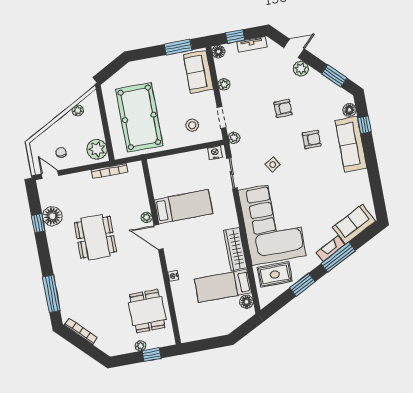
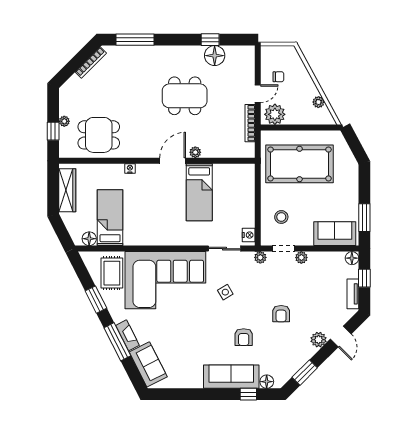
plant: (224, 84) -> (301, 258), moved
door: (50, 175) -> (258, 94), moved
wardrobe: (235, 249) -> (67, 190), moved, turned 90

